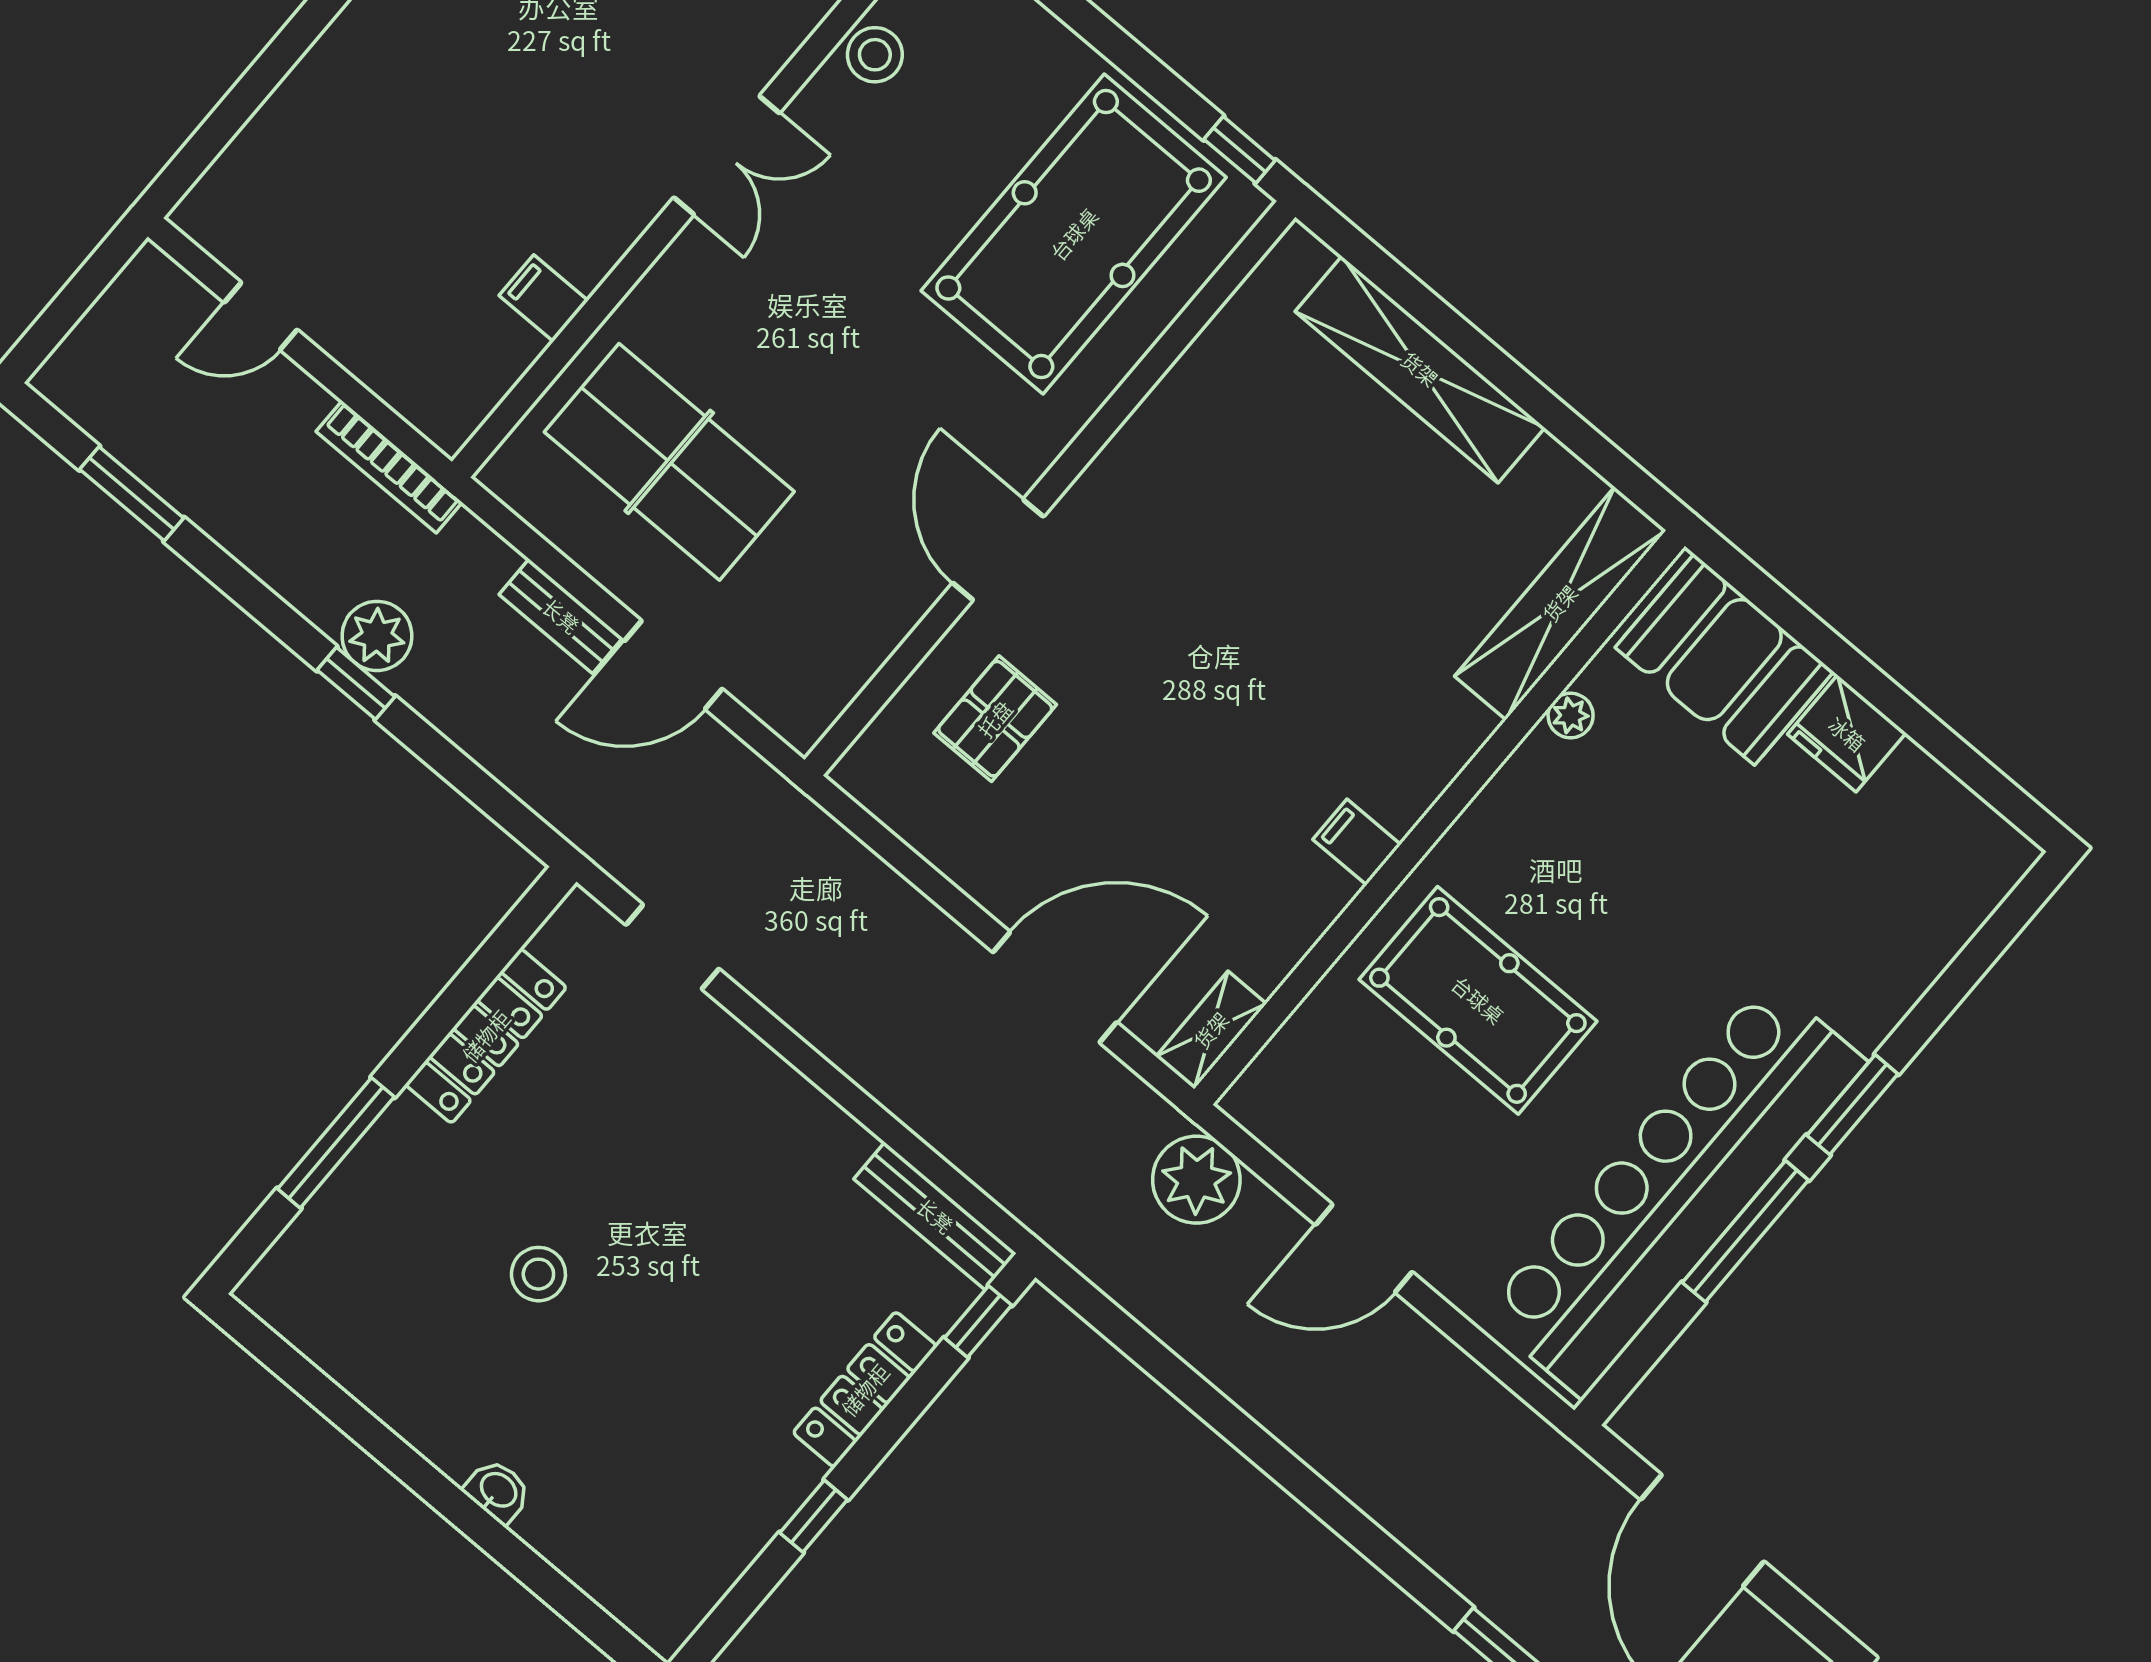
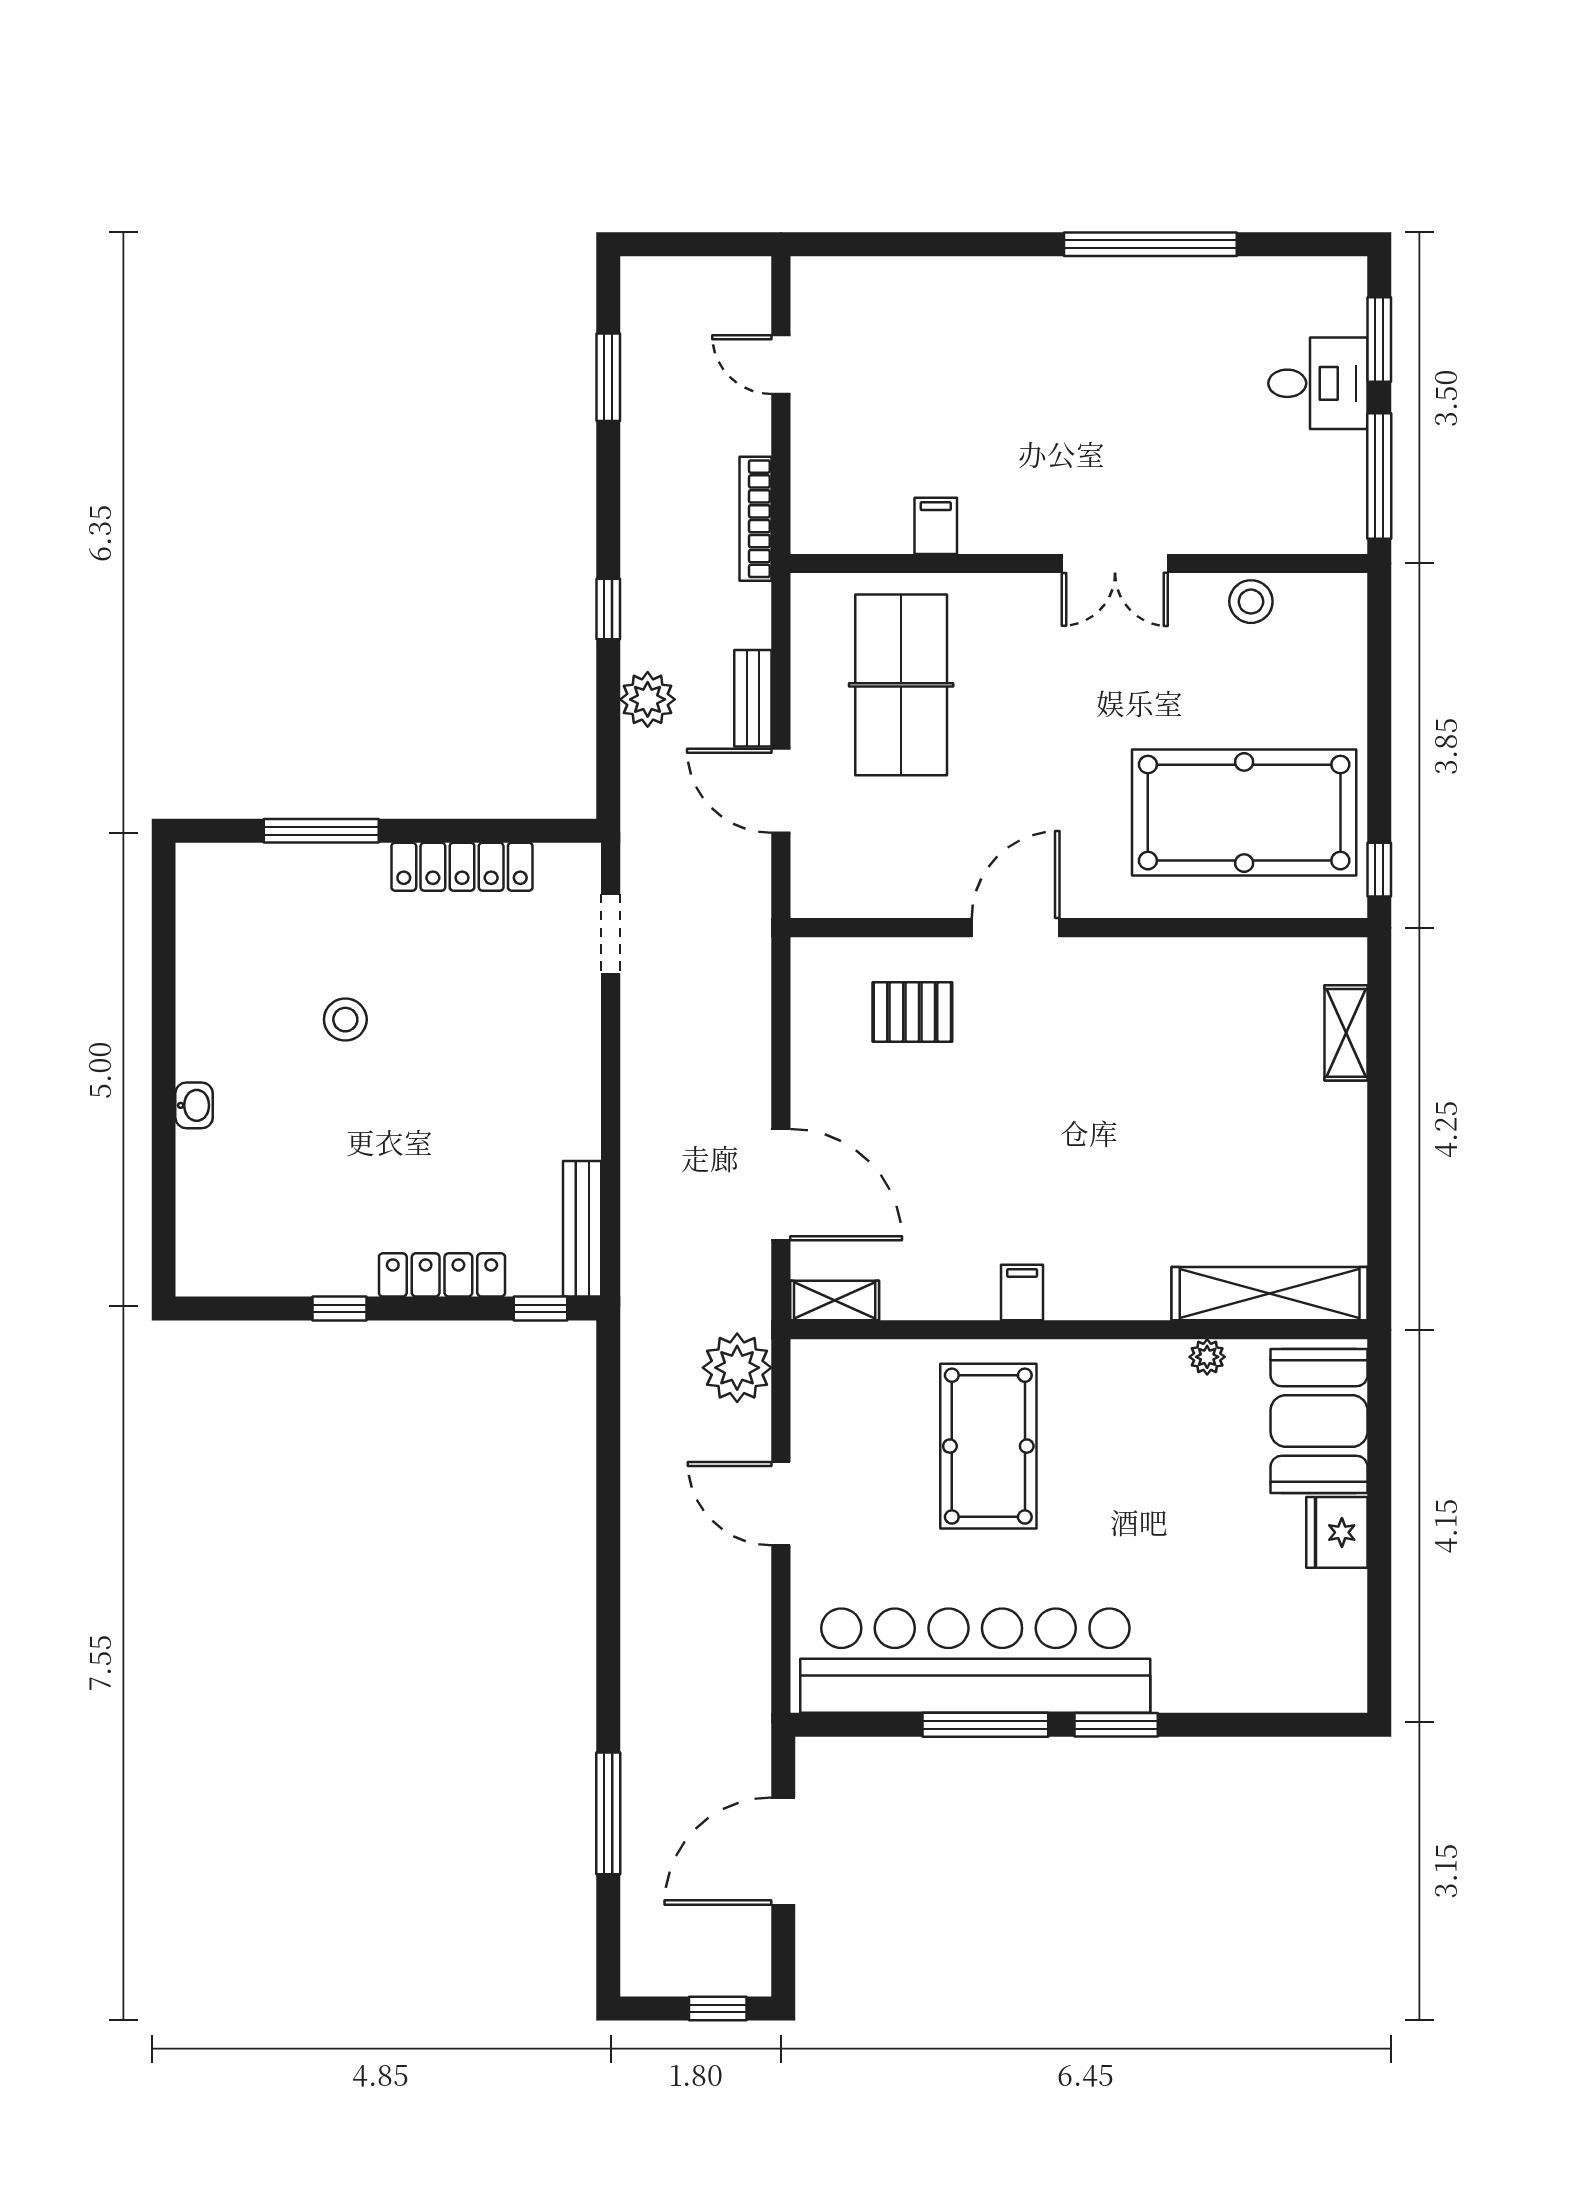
shelving: (1420, 369) -> (1346, 1033), width x0.45, depth x0.75
plant: (377, 636) -> (648, 699), moved

